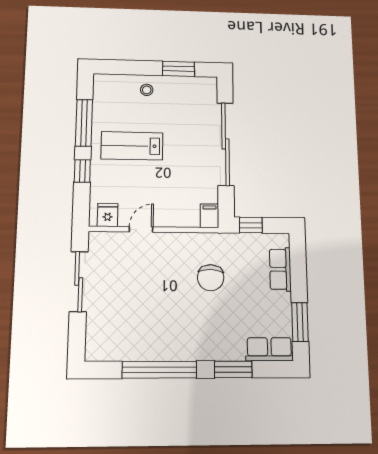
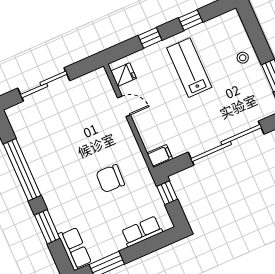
window: (84, 123) -> (191, 20), width x0.46
sliding door: (79, 282) -> (44, 84), moved

